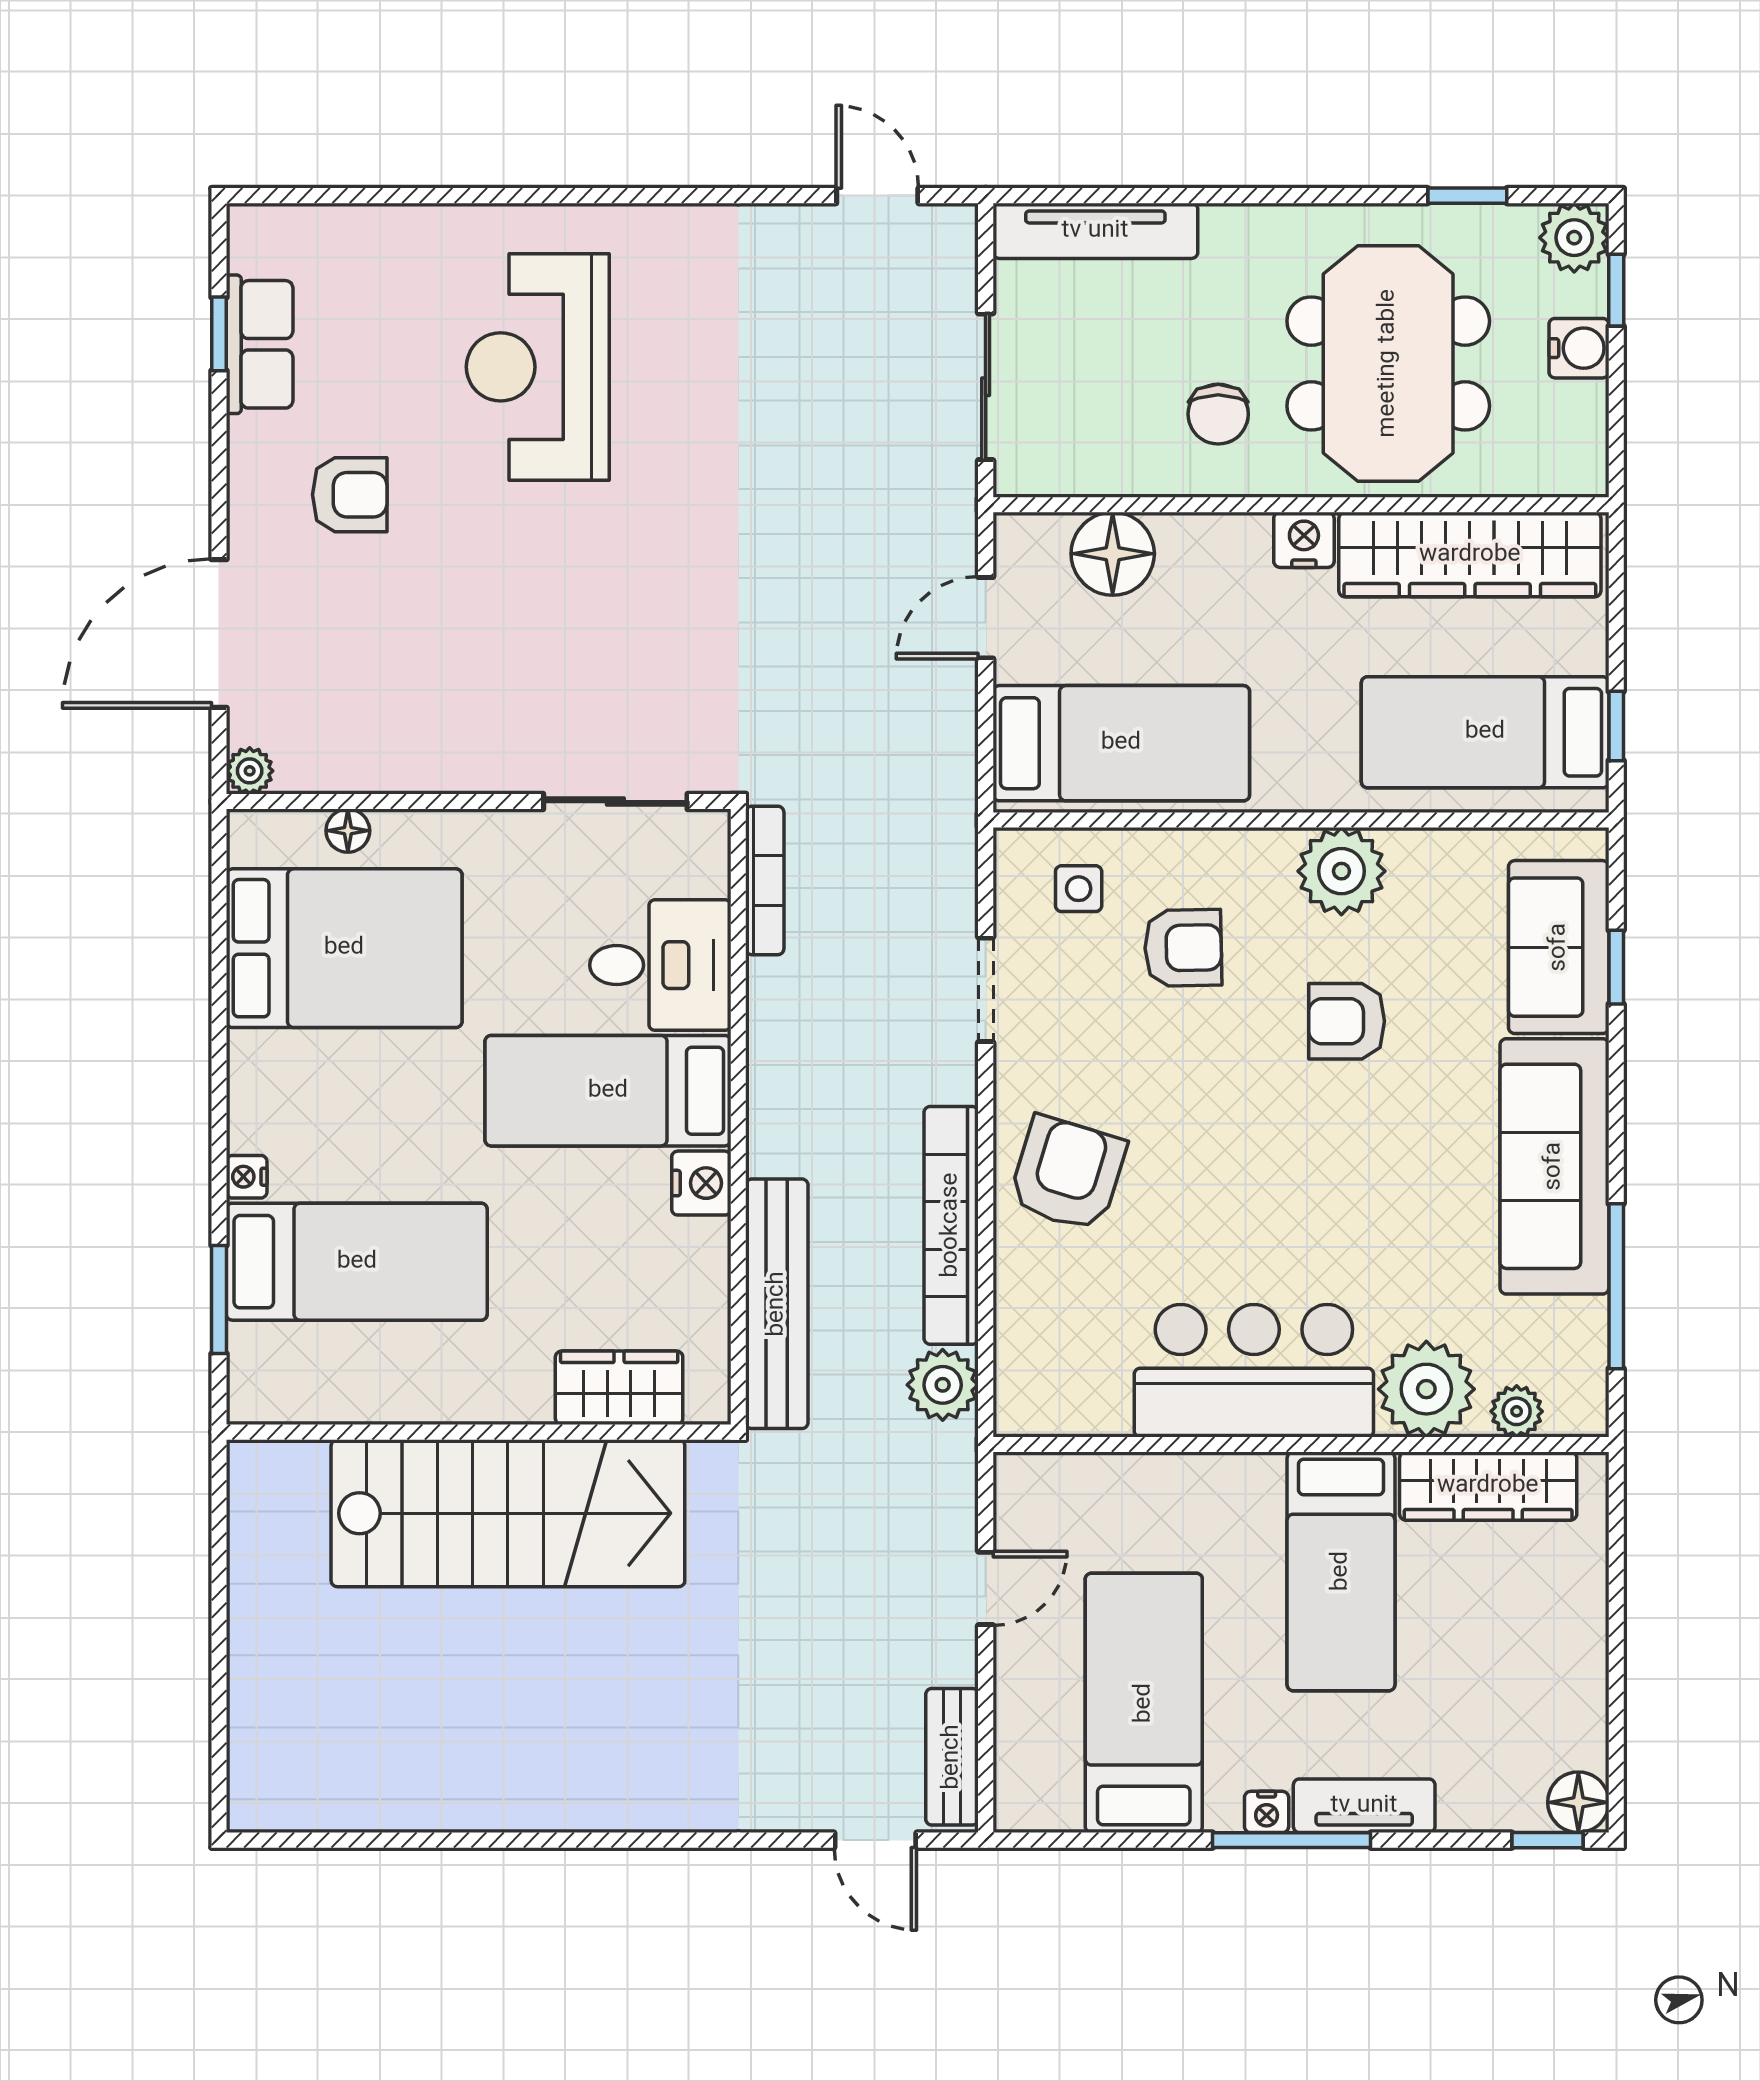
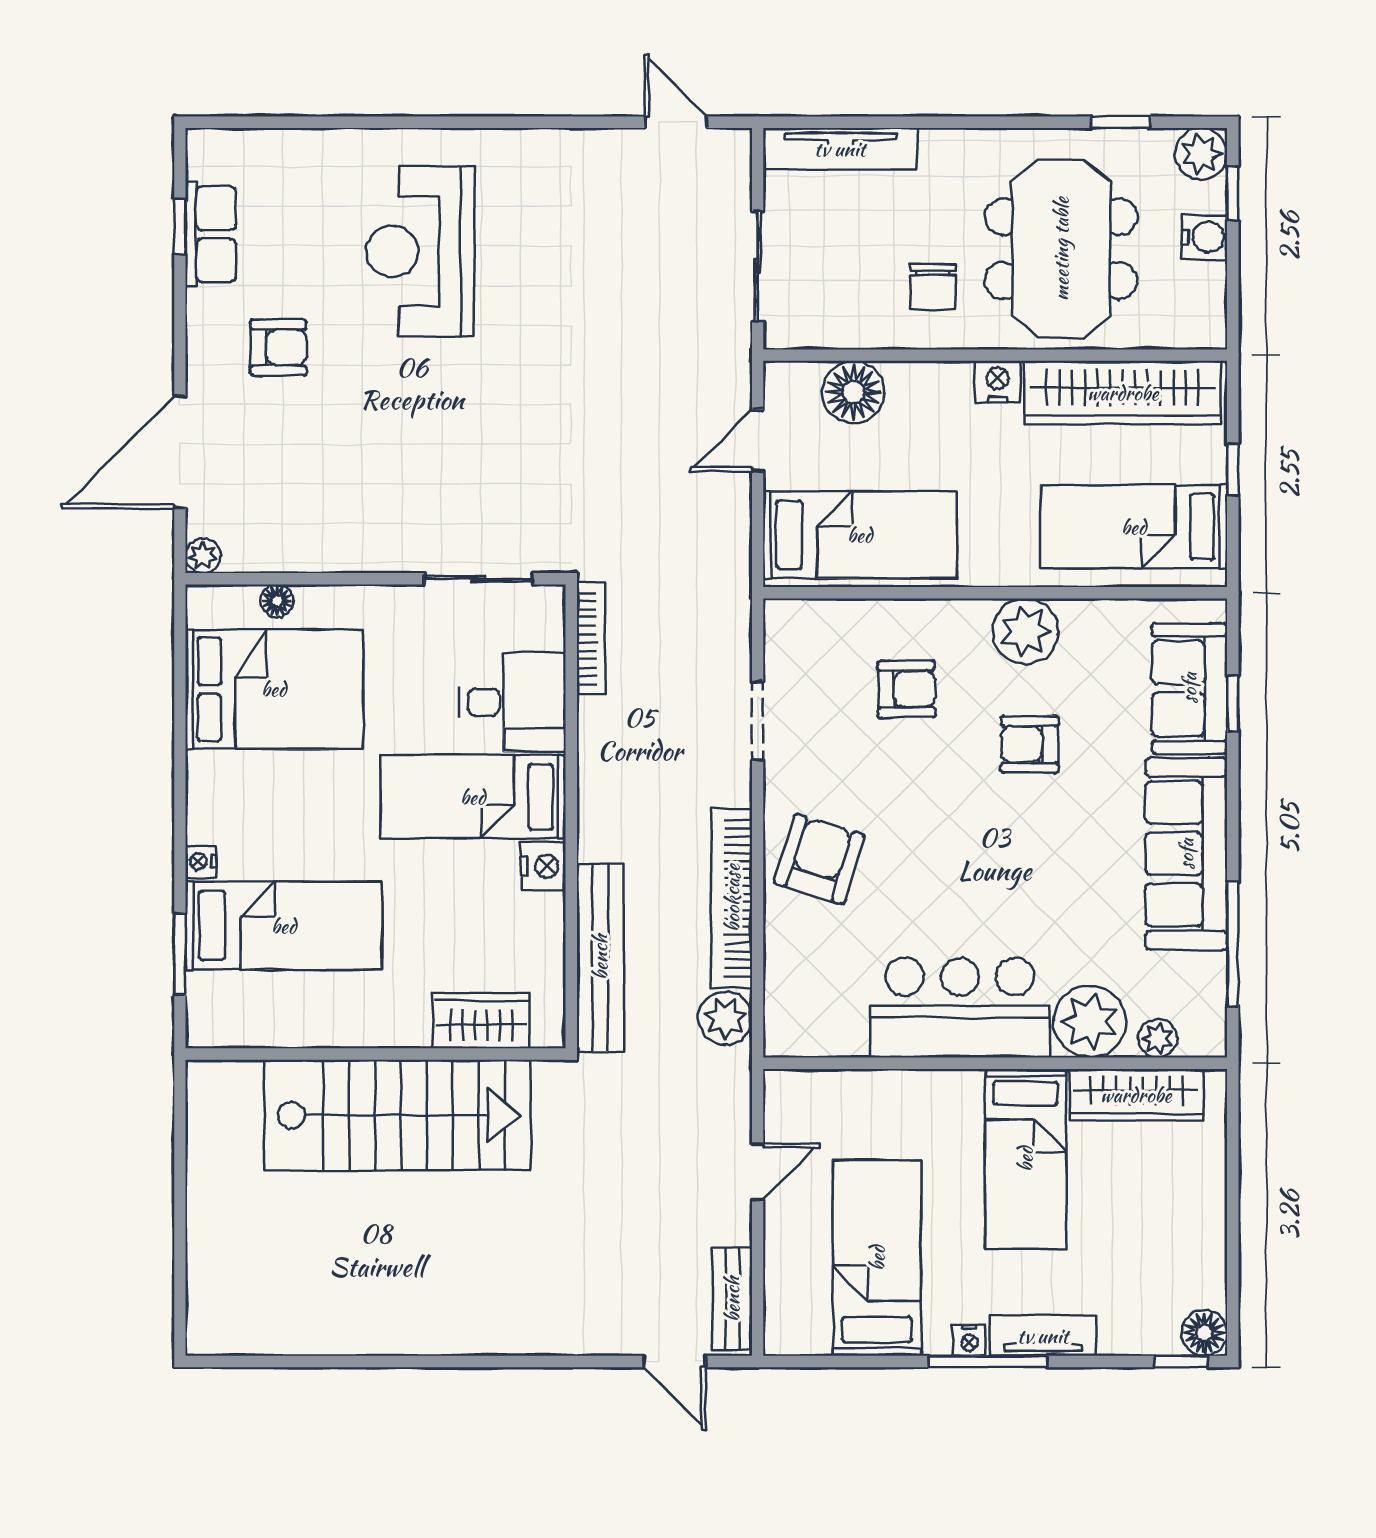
window: (1616, 726) -> (1233, 470), moved
side table: (1079, 889) -> (828, 644), removed

